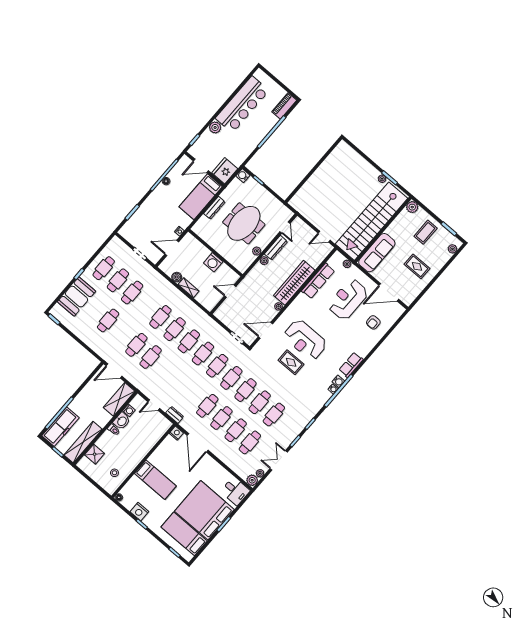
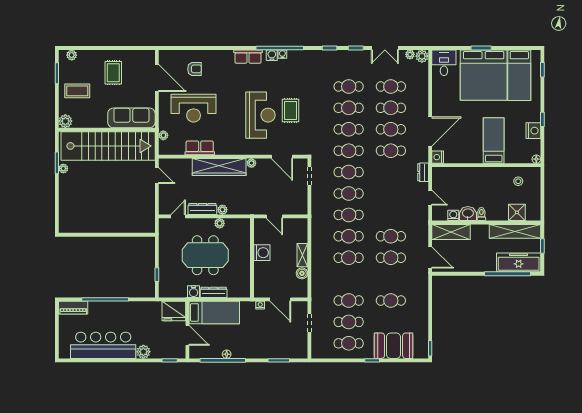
water cooler: (243, 176) -> (194, 292), moved
row of seats: (318, 281) -> (200, 148), width x0.68

